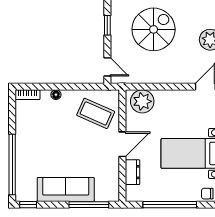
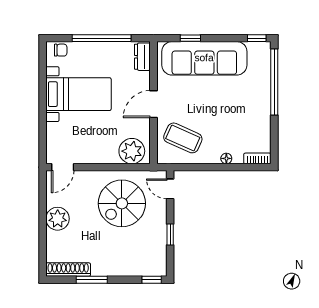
spiral stairs: (154, 29) -> (122, 203), moved
dresser: (133, 172) -> (142, 57), moved
sofa: (66, 189) -> (204, 58), width x1.36, depth x1.27
window: (89, 205) -> (190, 38), width x0.46

